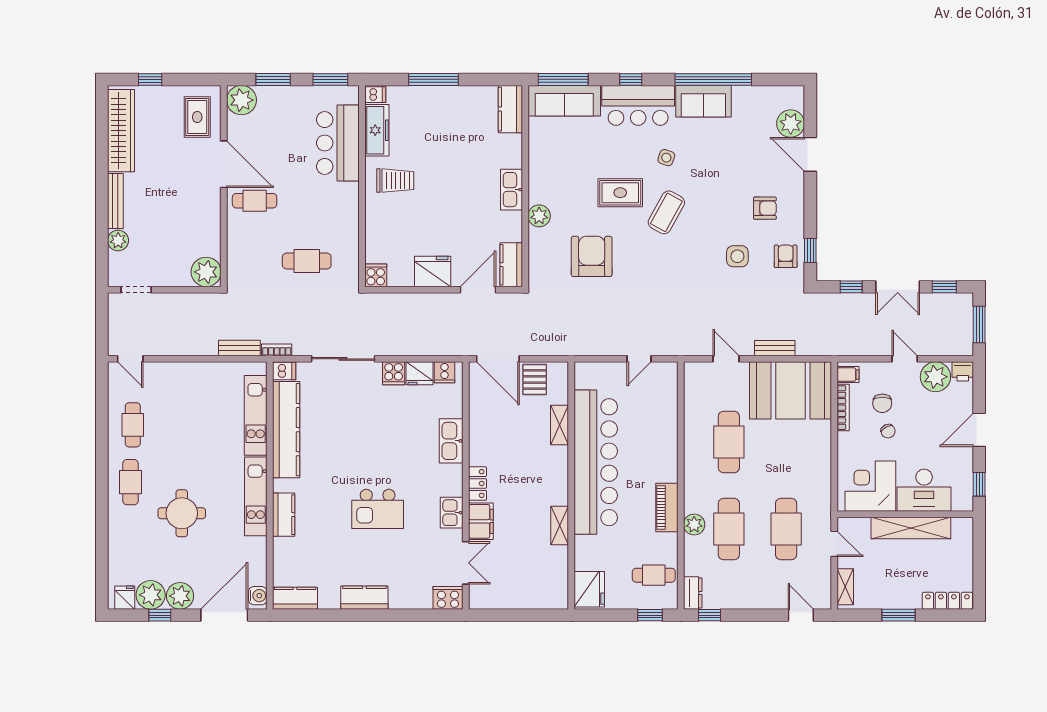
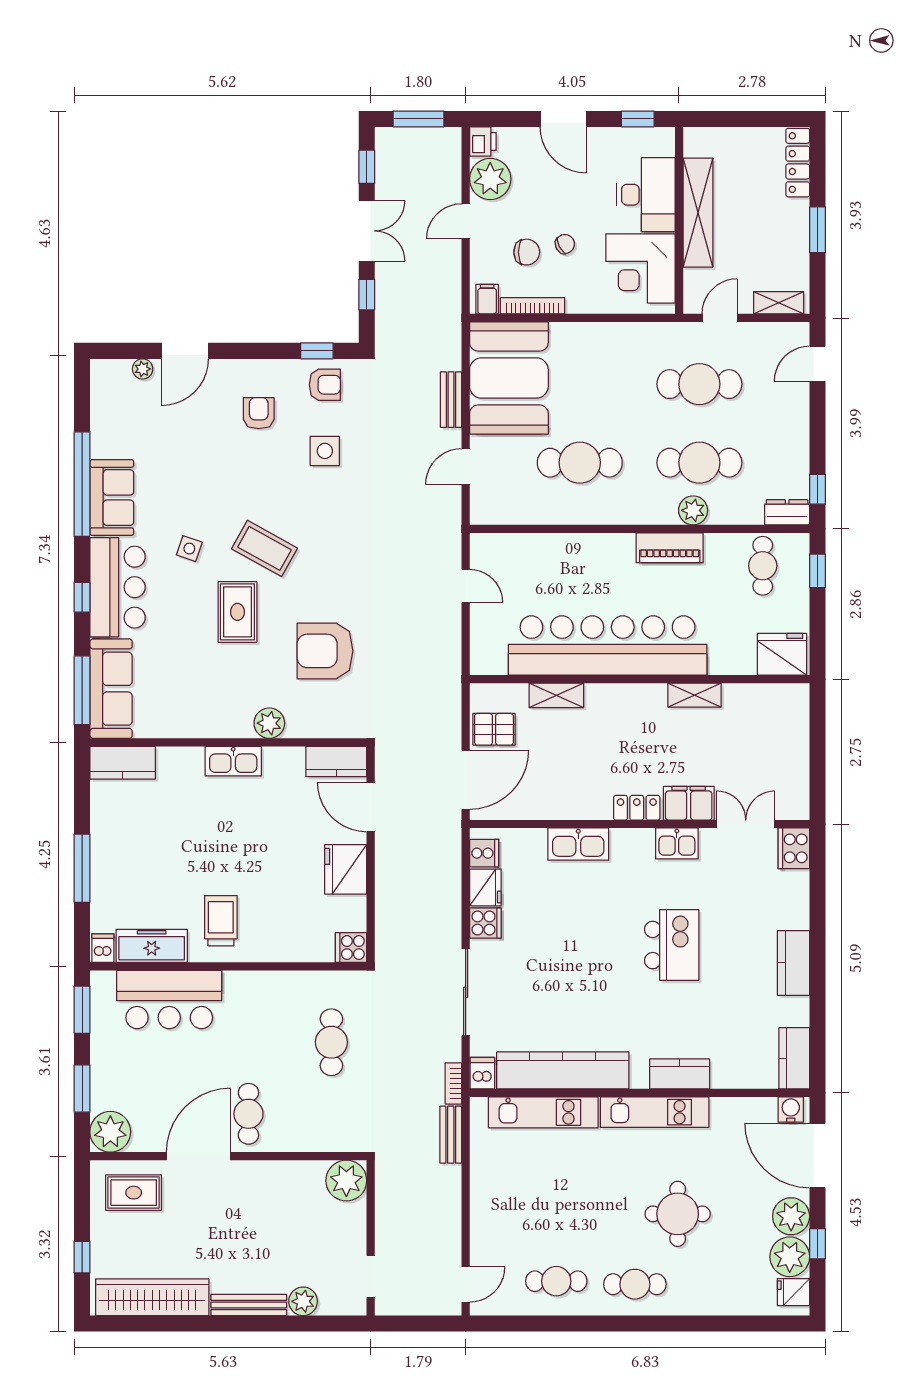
plant: (791, 124) -> (143, 369), width x0.53, depth x0.53
armchair: (786, 256) -> (325, 385), turned 180

